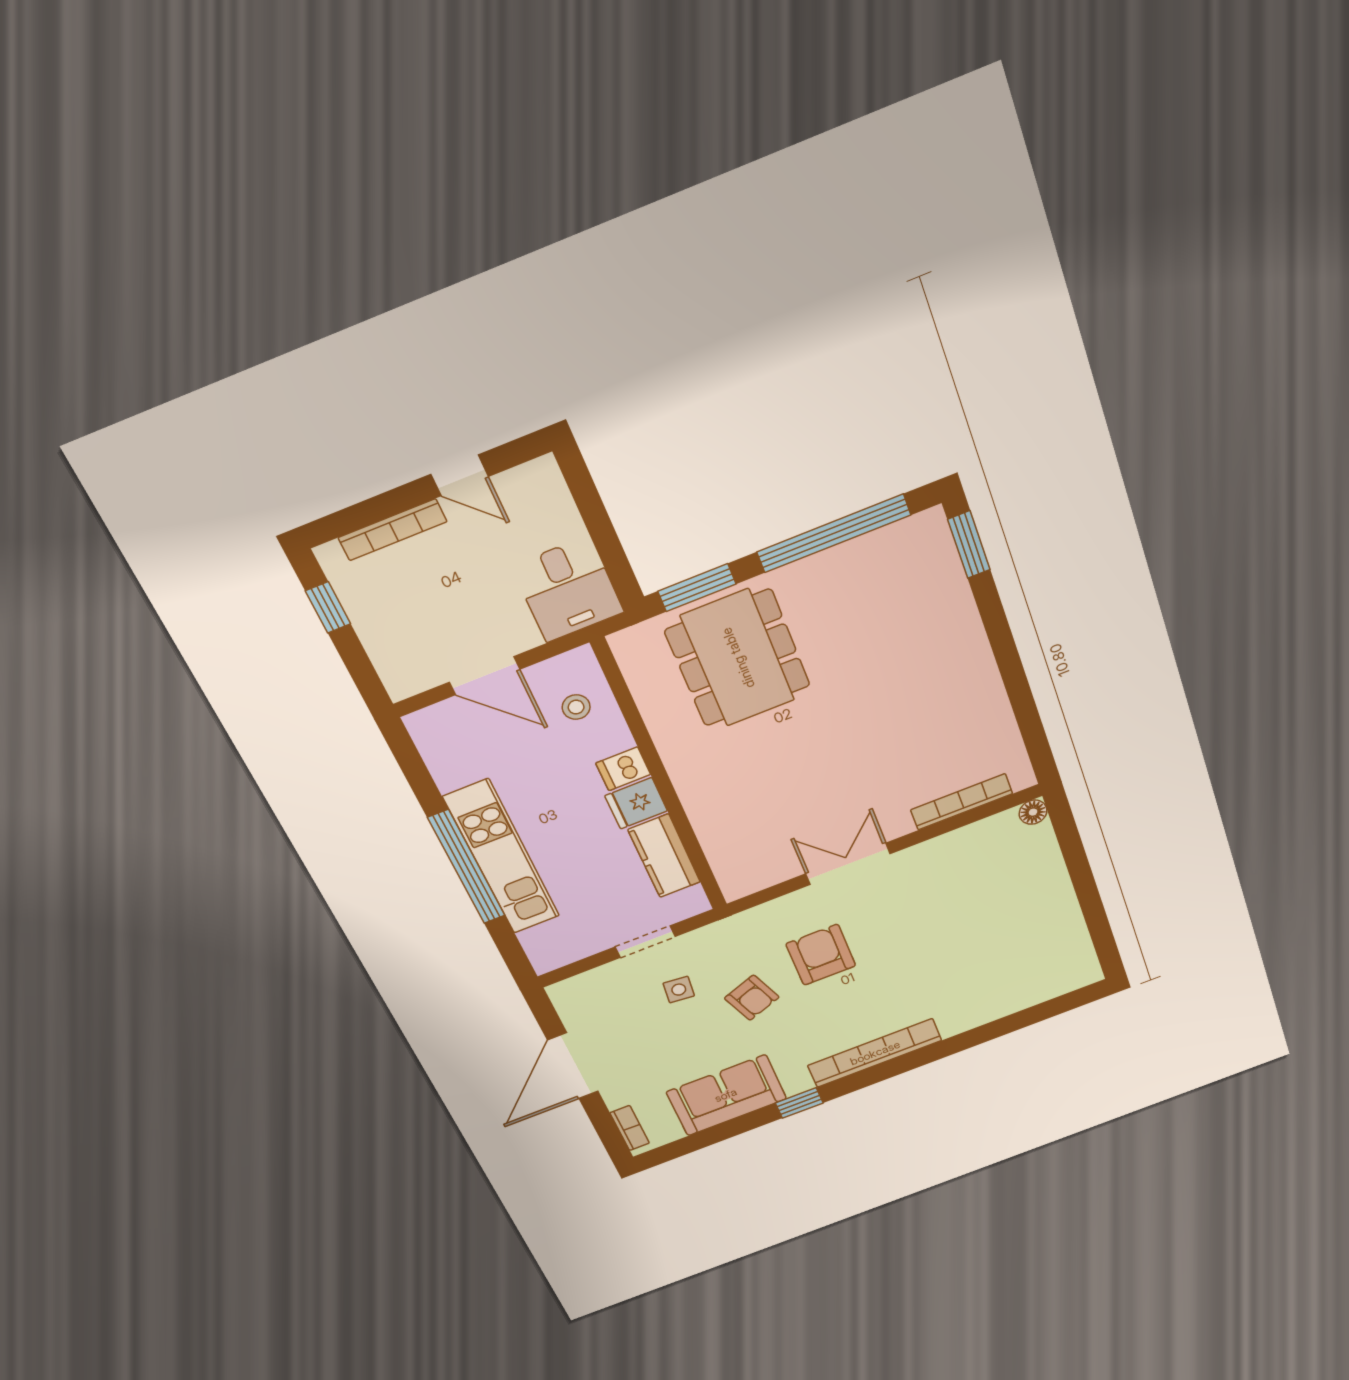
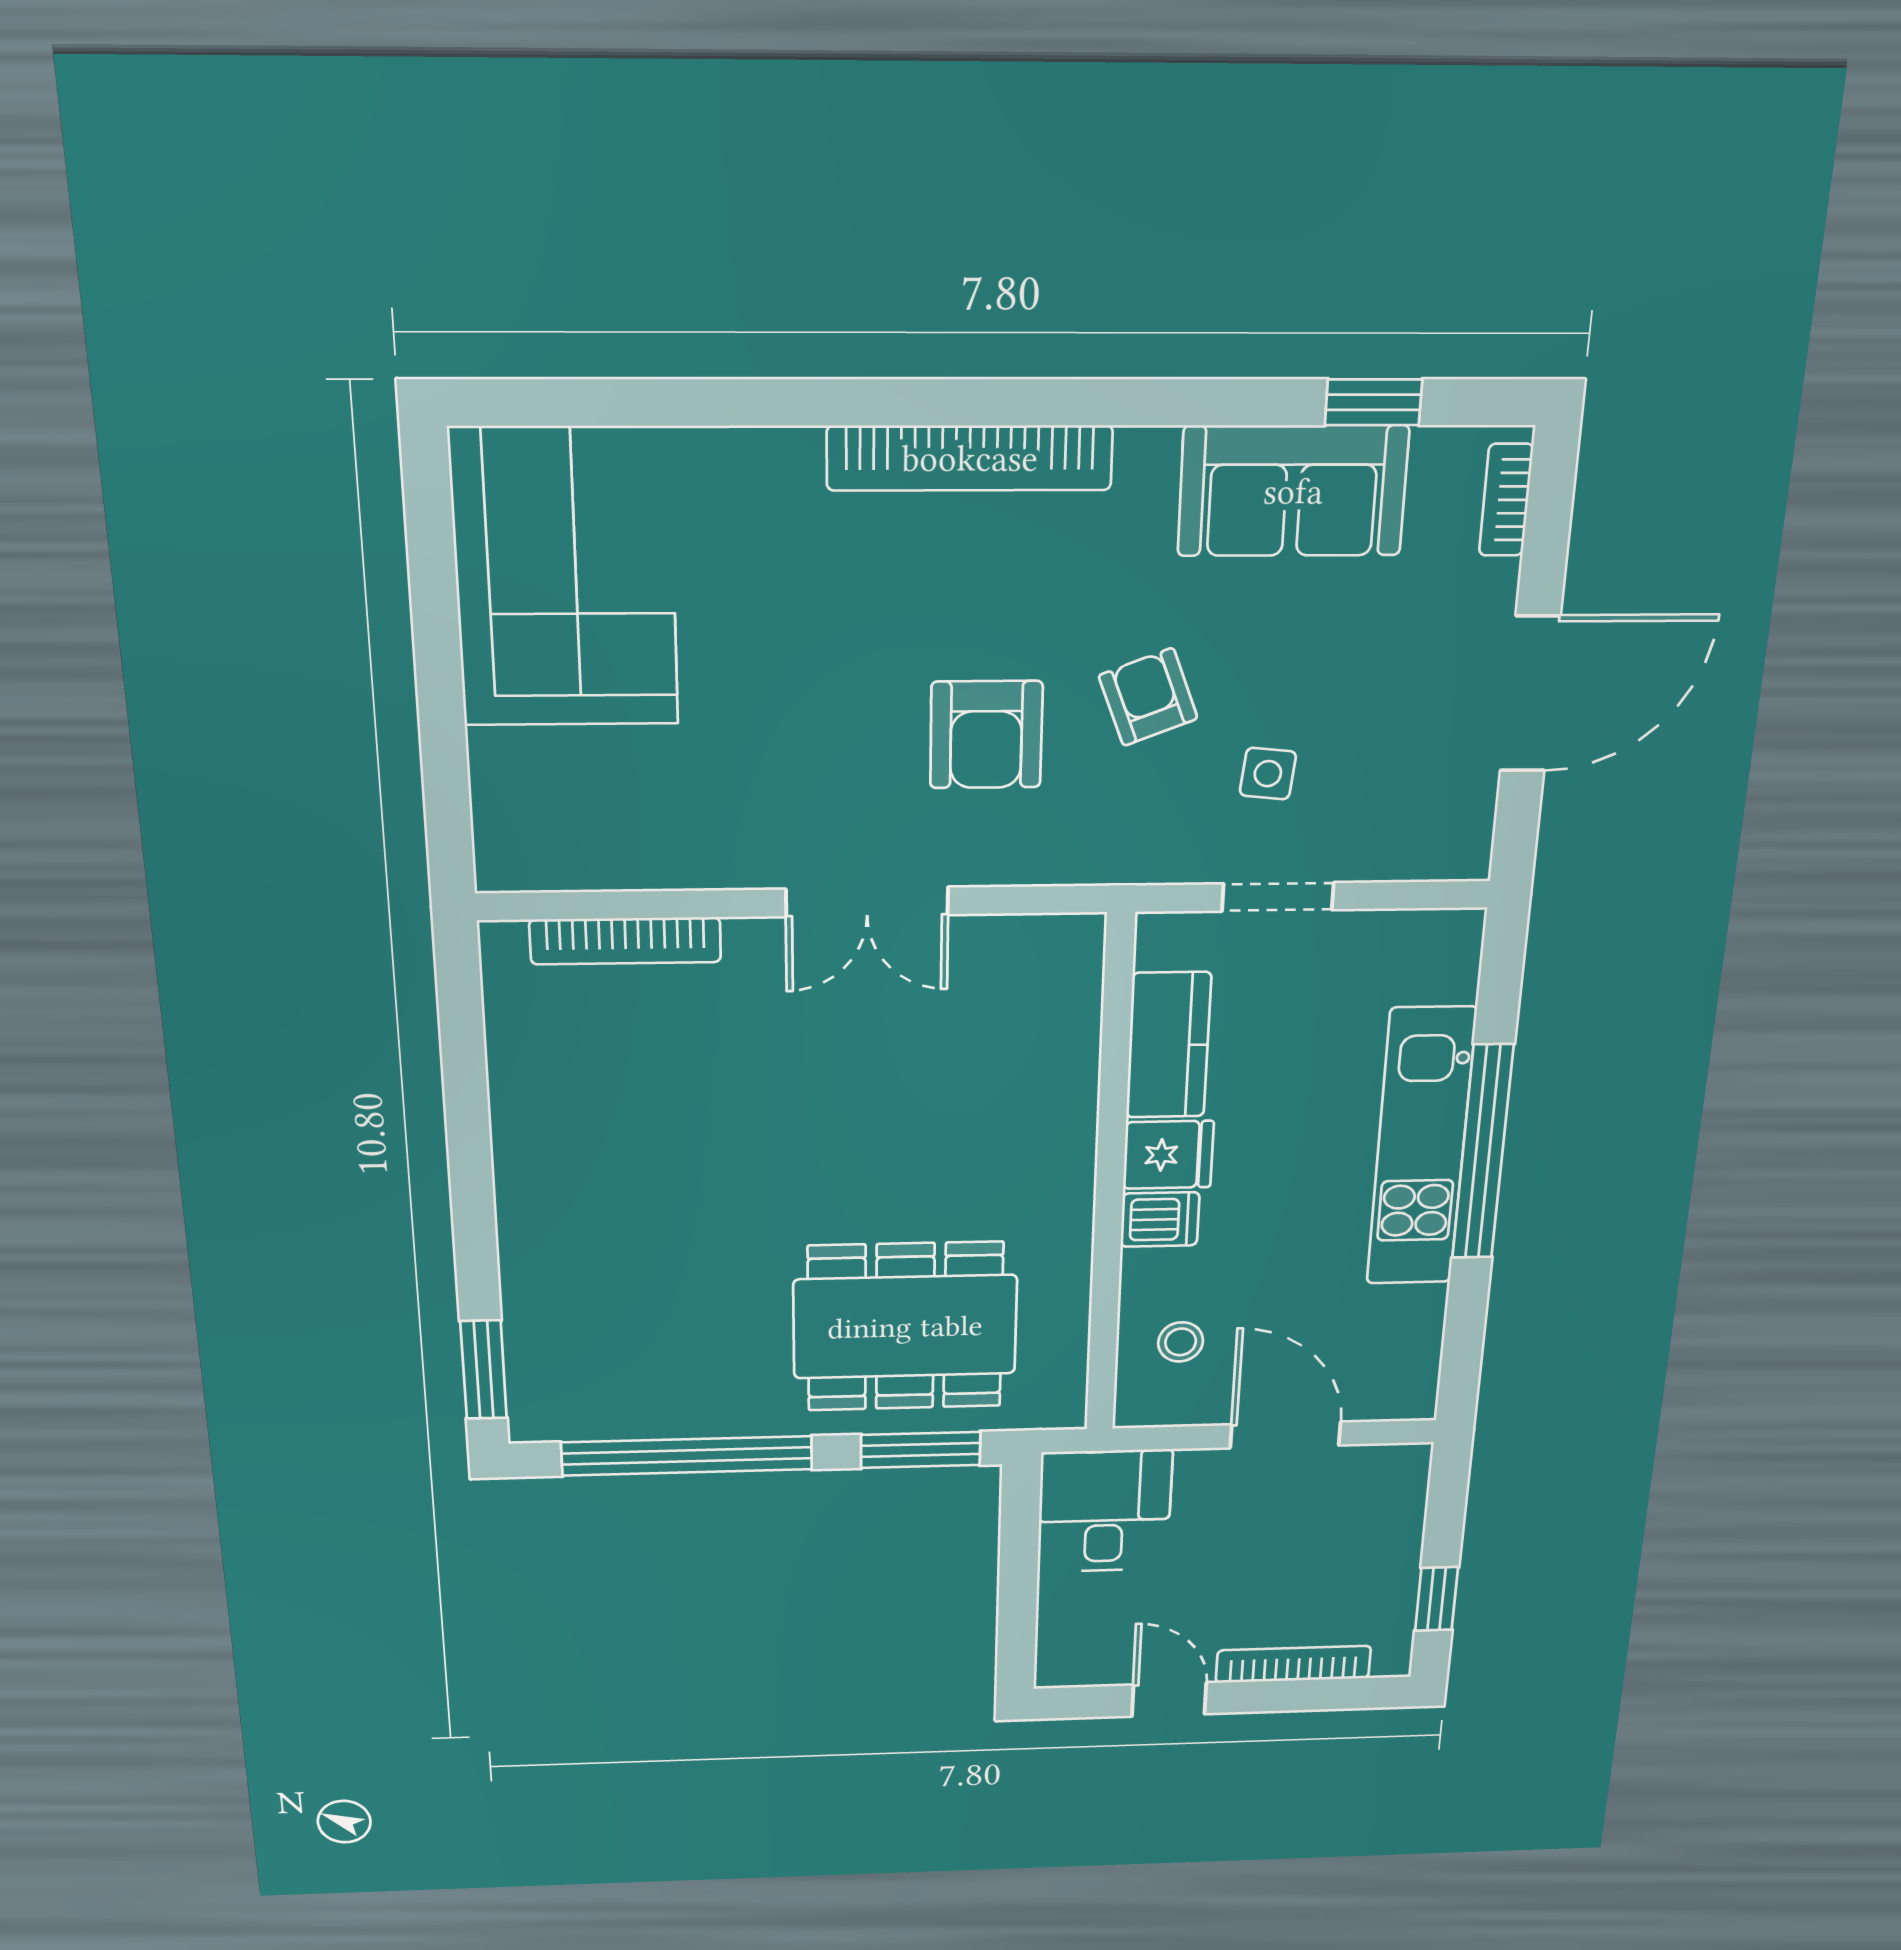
dining table: (738, 658) -> (905, 1327), turned 90
floor lamp: (1033, 812) -> (500, 868), removed
corner sofa: (1038, 943) -> (565, 578), added
window: (799, 1103) -> (1374, 402), moved

